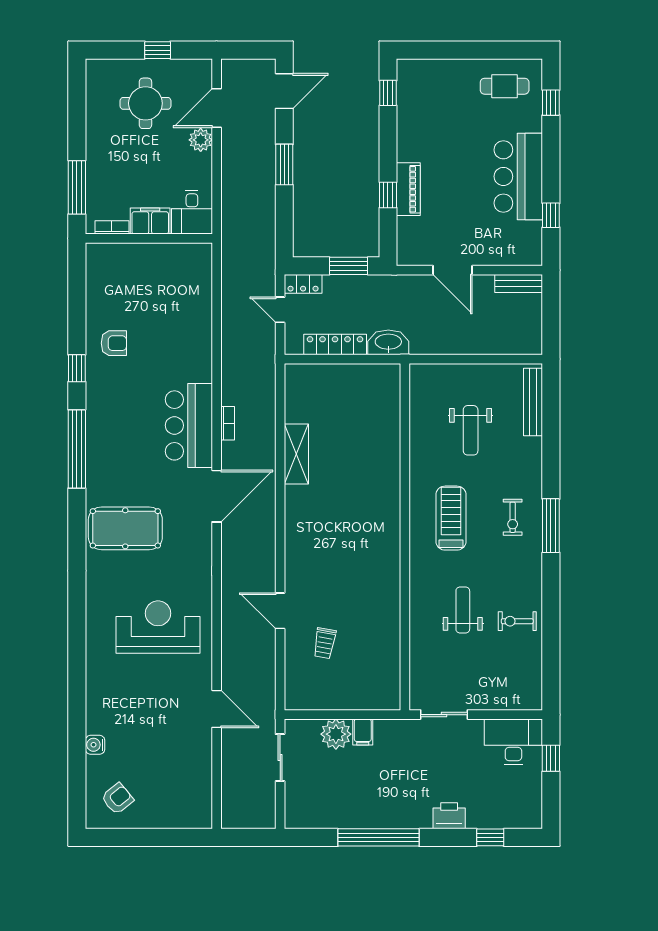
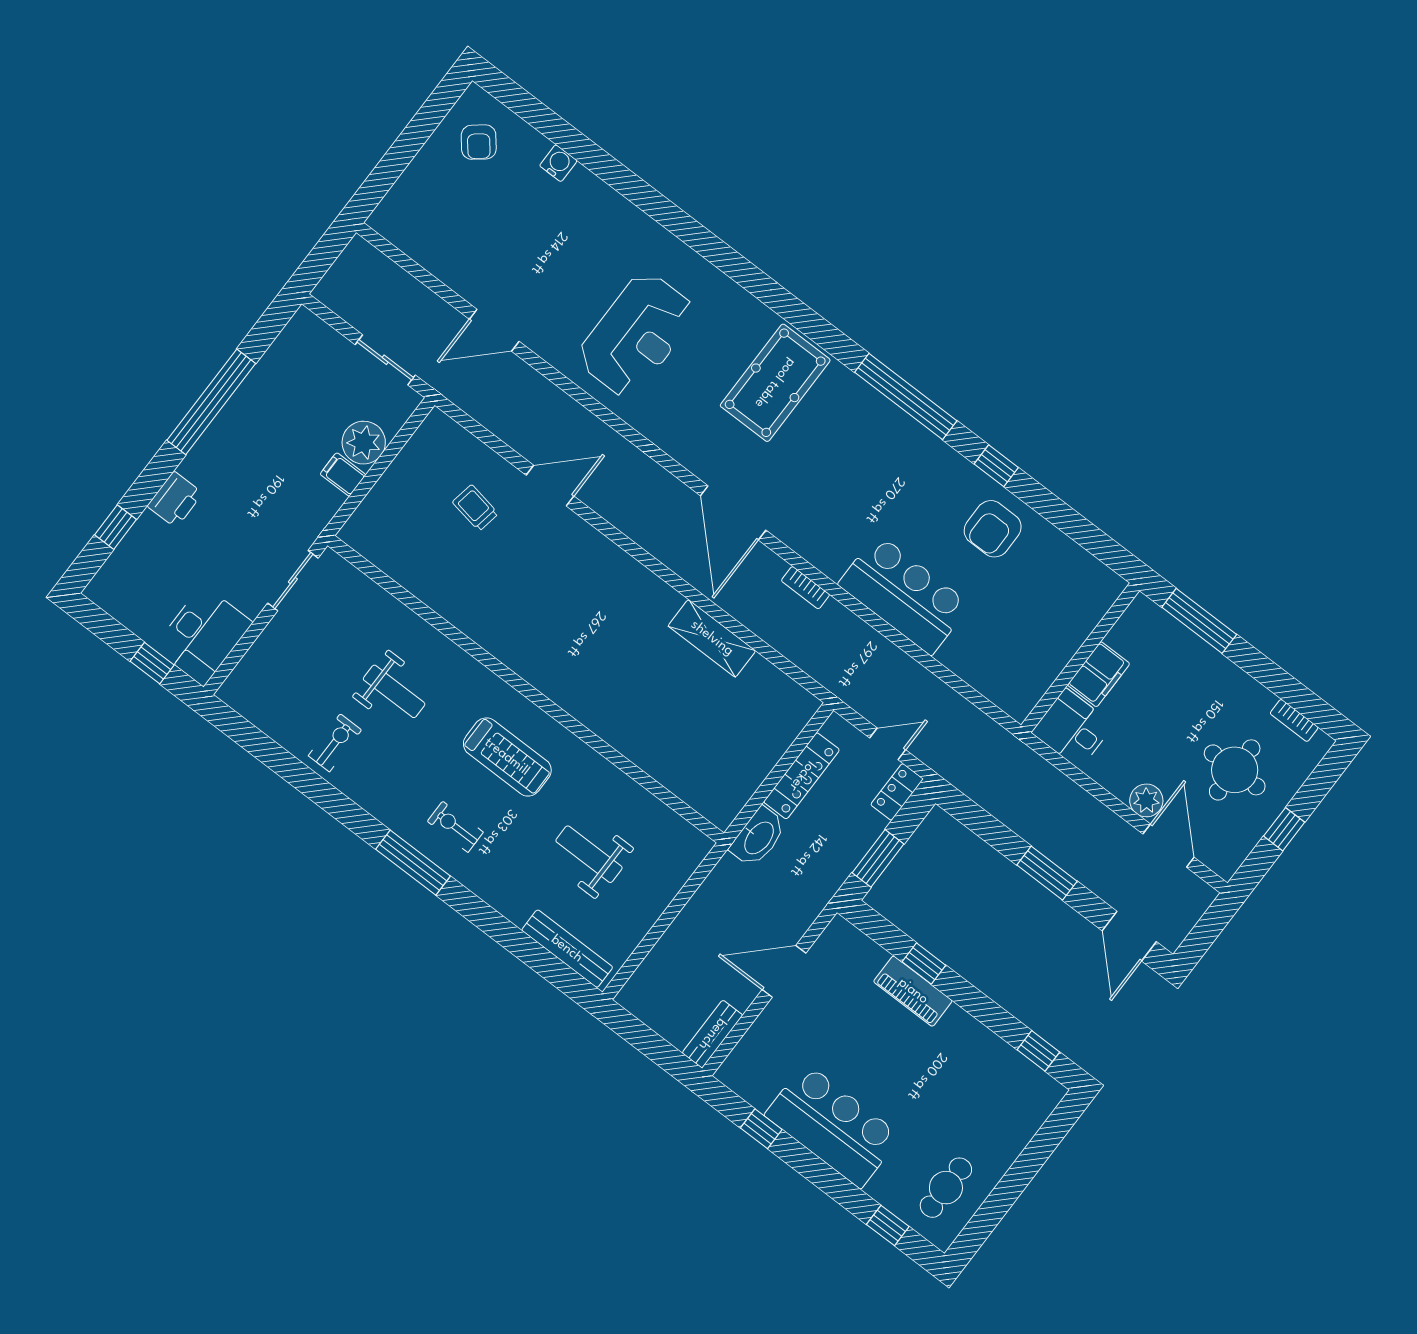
bookcase: (112, 227) -> (1294, 720), moved, turned 90
armchair: (114, 343) -> (993, 529), width x1.38, depth x1.38
bar counter: (189, 425) -> (904, 594), moved

